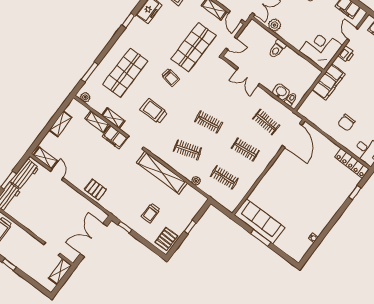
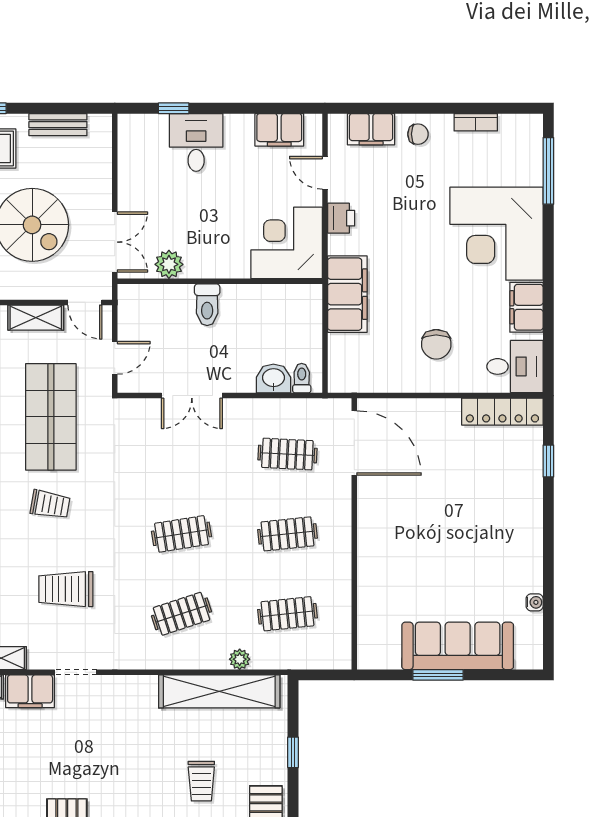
shelving: (162, 173) -> (219, 691), moved
sofa: (260, 221) -> (458, 646), moved

